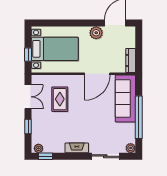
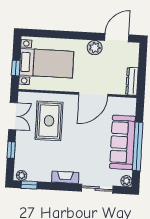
sofa: (125, 98) -> (123, 142), moved
rug: (60, 99) -> (49, 121), width x1.36, depth x1.43

